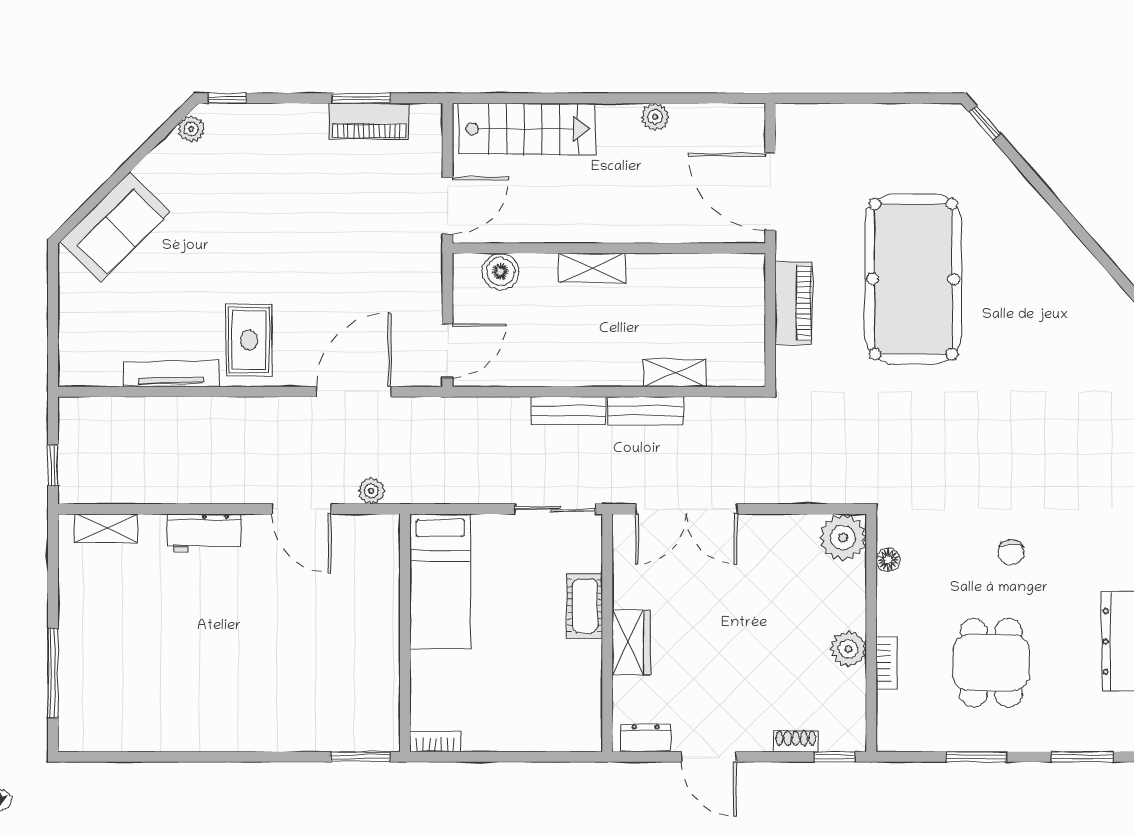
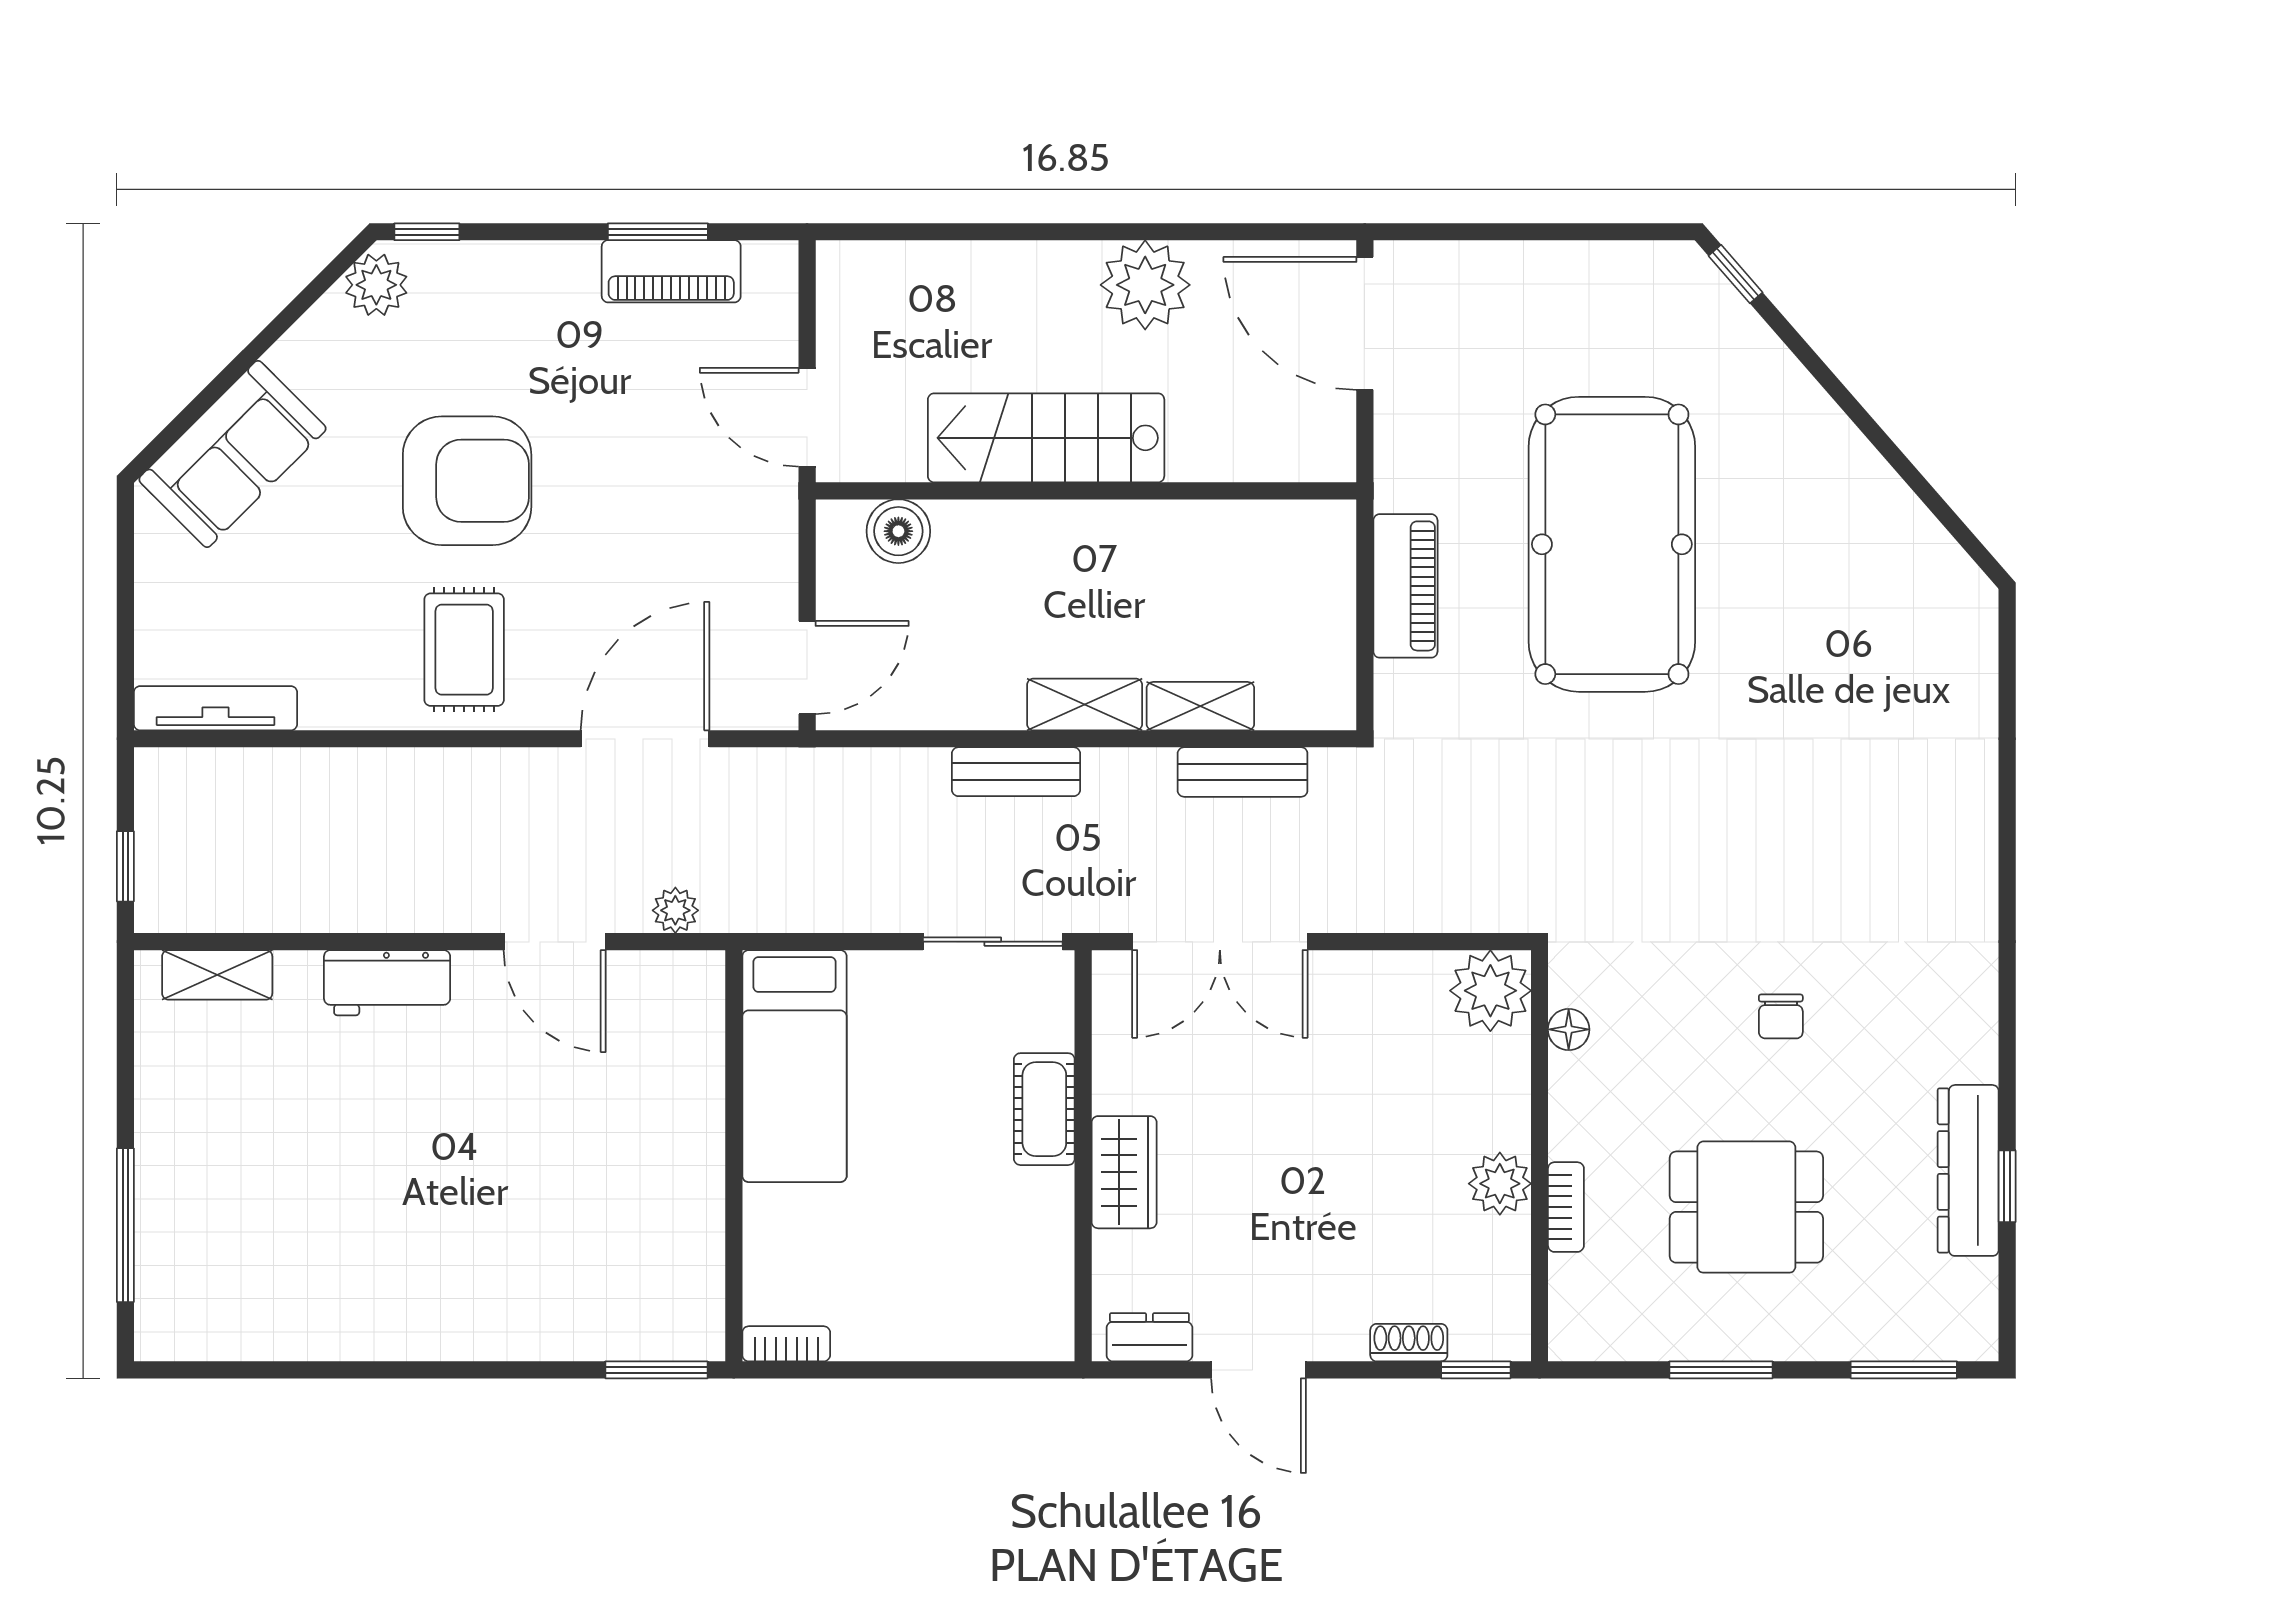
plant: (655, 117) -> (1145, 285), width x1.88, depth x1.88
plant: (191, 129) -> (376, 285), width x1.38, depth x1.38
stairs: (527, 129) -> (1046, 438), moved, turned 180
door: (770, 192) -> (1365, 323), moved
door: (447, 206) -> (807, 417), swing flipped
armchair: (251, 242) -> (467, 481), added
shelving: (592, 268) -> (1085, 704), moved
tv unit: (171, 374) -> (215, 708), moved
bench: (646, 411) -> (1243, 772), moved
dining table: (991, 663) -> (1746, 1207), turned 90

